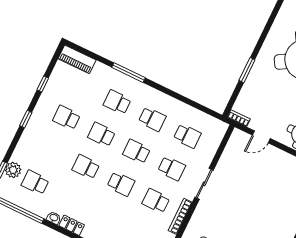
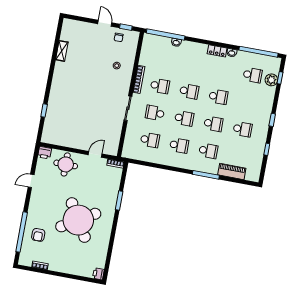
piano: (77, 59) -> (232, 171), moved
school desk: (152, 119) -> (179, 145), turned 180
school desk: (187, 136) -> (150, 140), turned 180
school desk: (121, 184) -> (189, 91), turned 180

